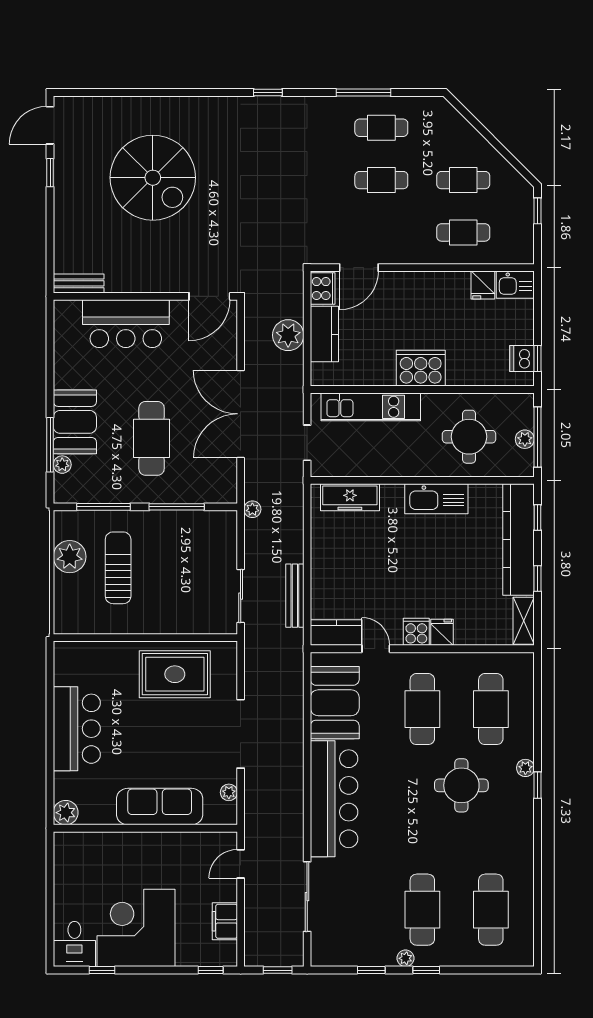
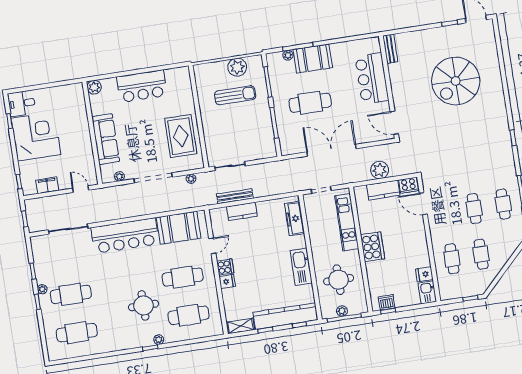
plant: (252, 509) -> (191, 179), moved
kitchen counter: (336, 633) -> (242, 211), moved, turned 90

